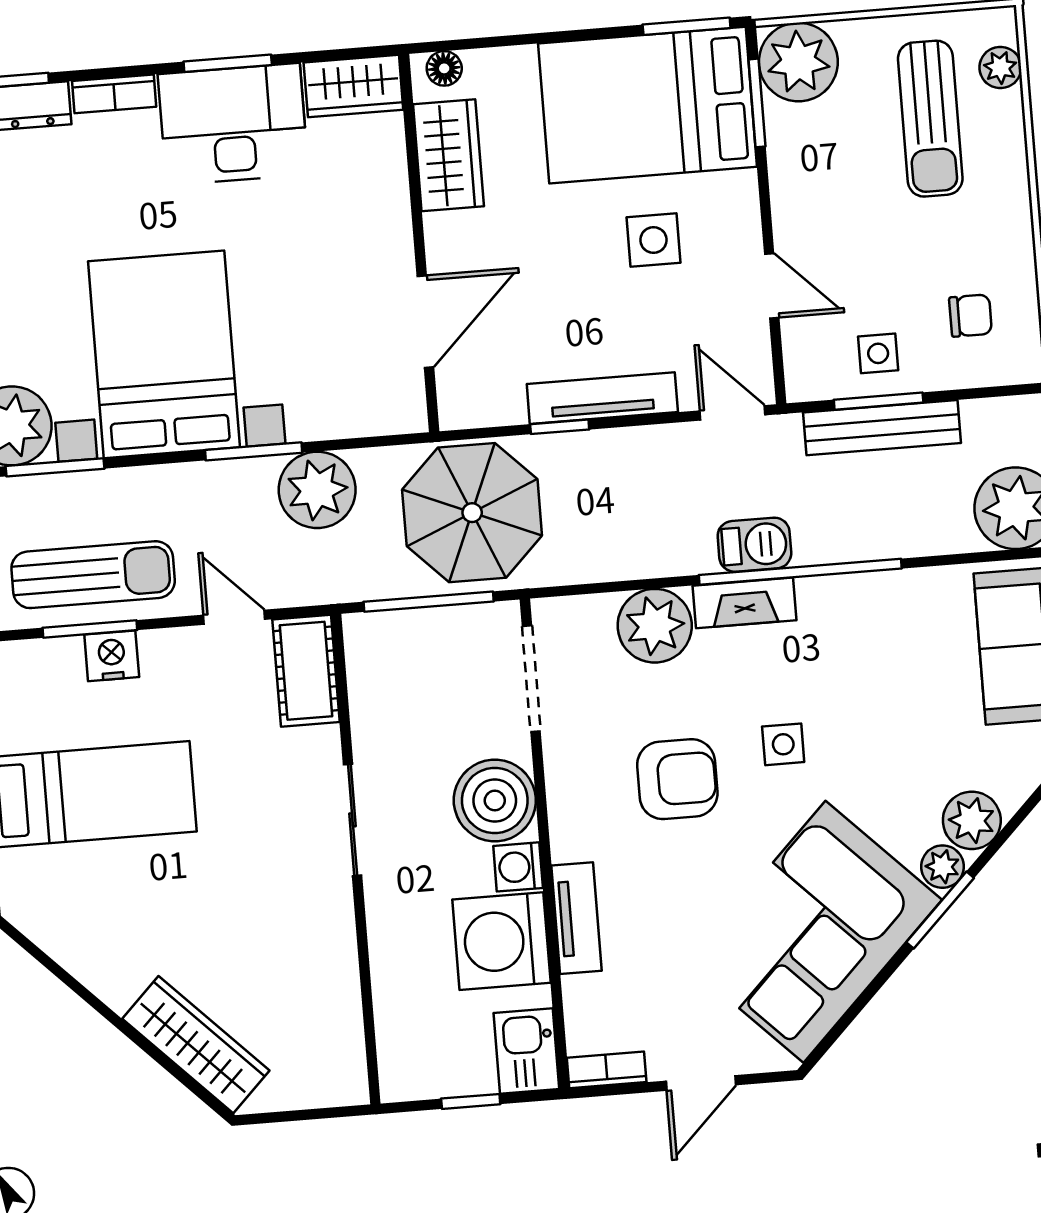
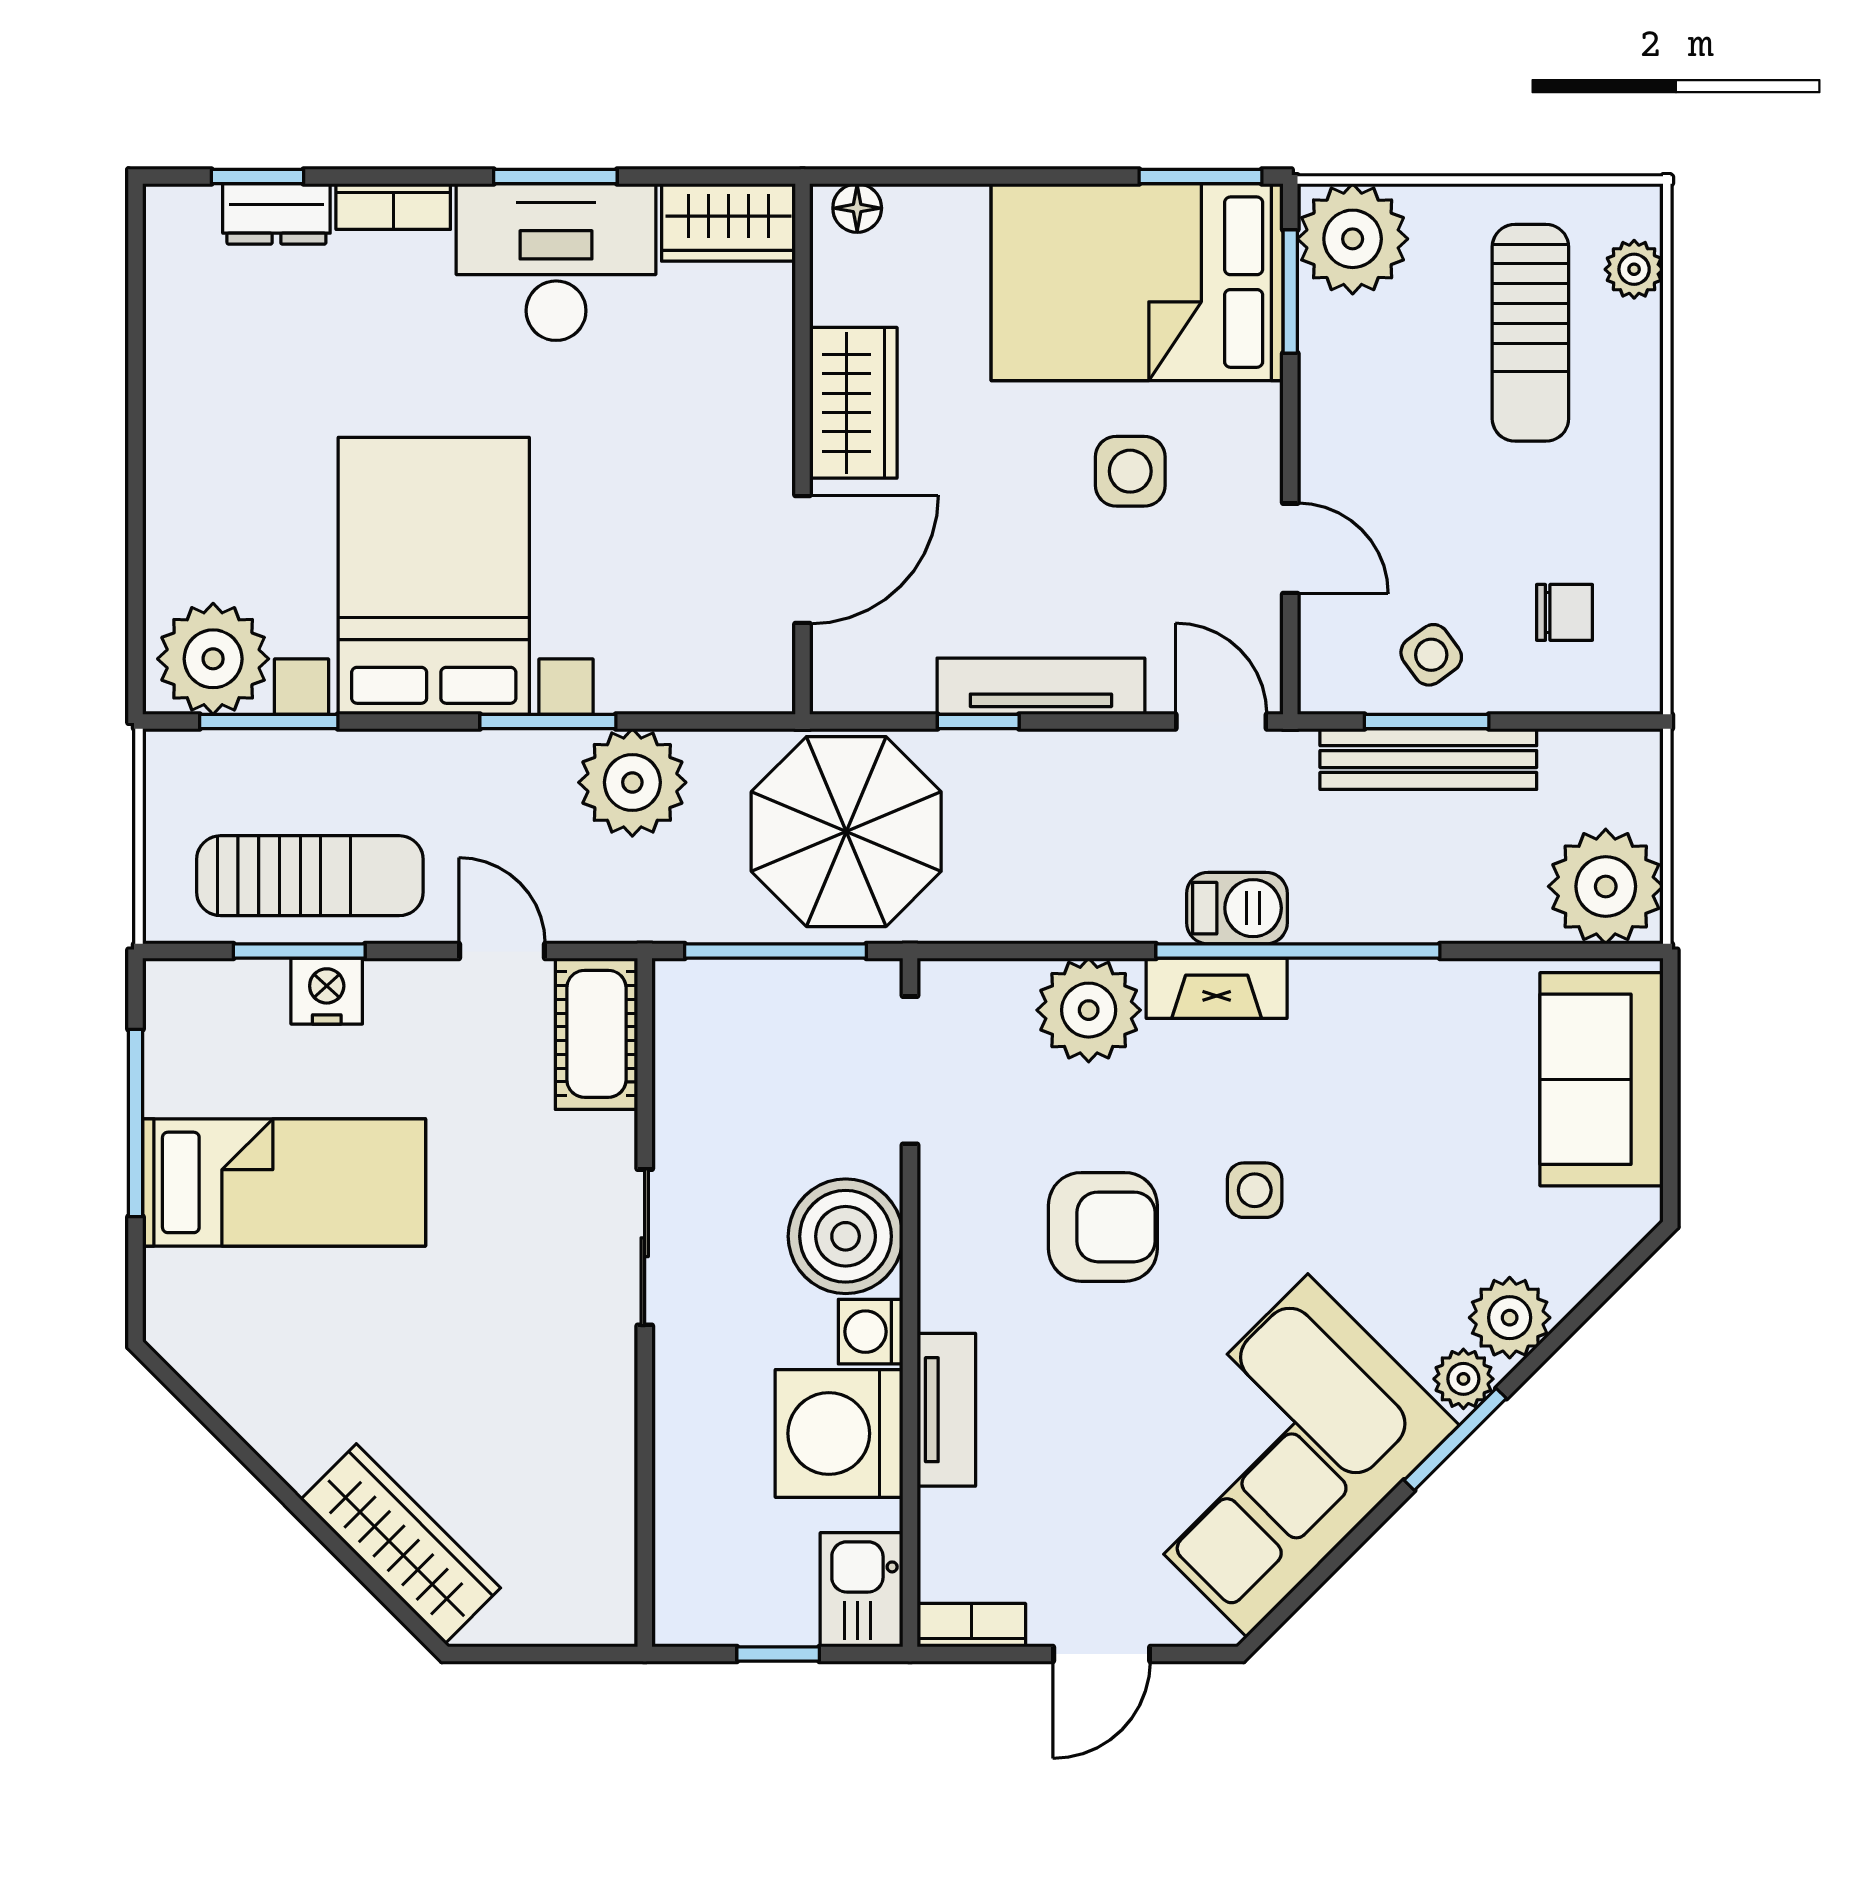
wardrobe: (448, 155) -> (853, 403), moved
side table: (878, 353) -> (1431, 655), turned -36

